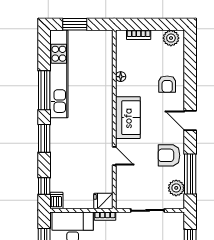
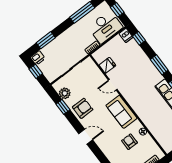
armchair: (167, 84) -> (130, 142), moved
window: (190, 174) -> (63, 107), width x0.46
fridge: (103, 201) -> (107, 65), moved

